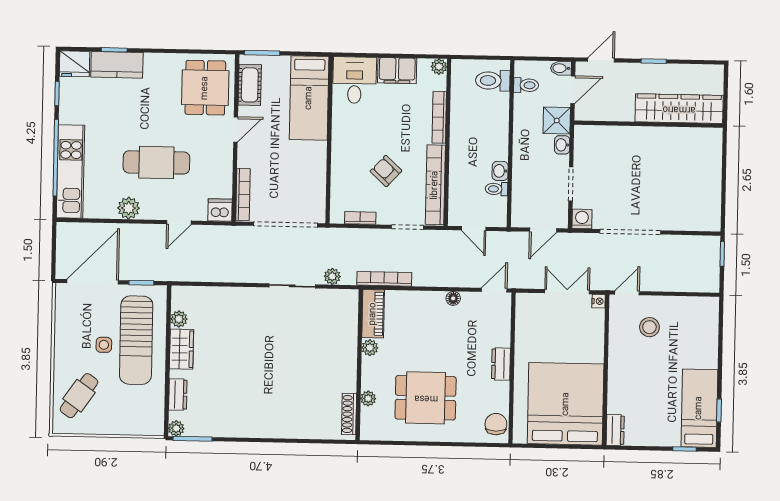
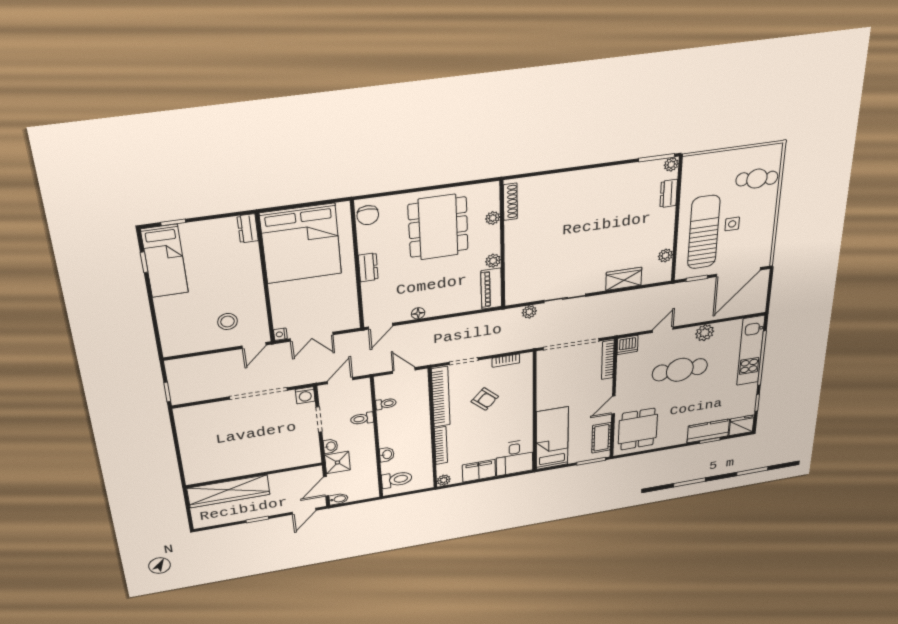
toilet: (526, 85) -> (362, 419), moved
washbasin: (500, 171) -> (387, 454), moved
bookcase: (384, 279) -> (482, 318), removed
wardrobe: (182, 349) -> (624, 279), moved, turned 90
cafe table: (79, 396) -> (757, 179), turned 60
dining table: (426, 398) -> (438, 227), width x1.38

